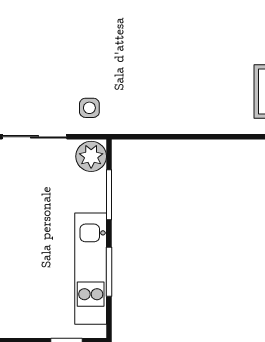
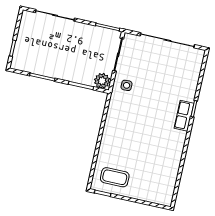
kitchen unit: (91, 269) -> (46, 68), removed

